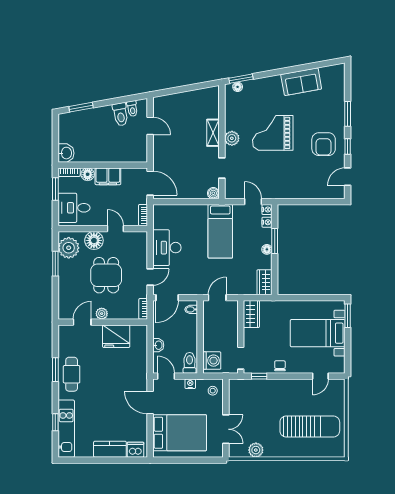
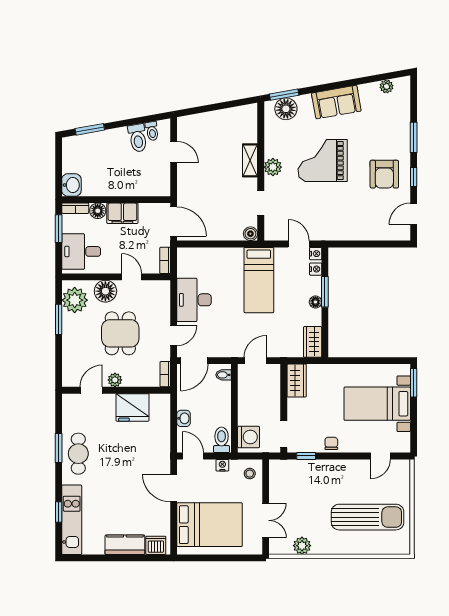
plant: (325, 72) -> (387, 86), added
sofa: (301, 82) -> (336, 102), moved
floor lamp: (238, 87) -> (286, 109), width x1.89, depth x1.89

